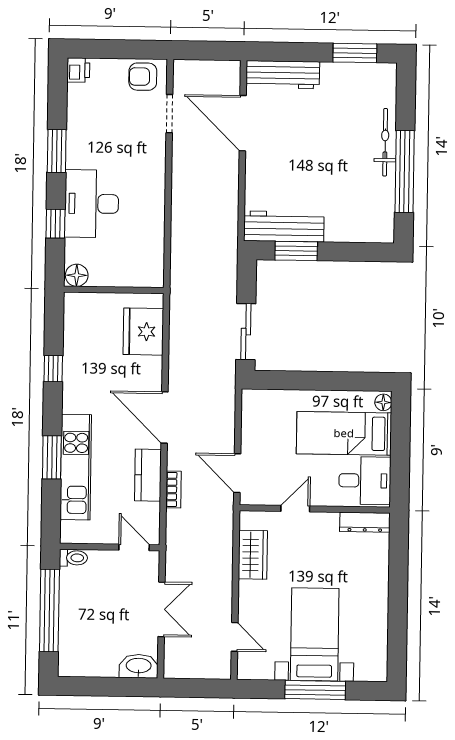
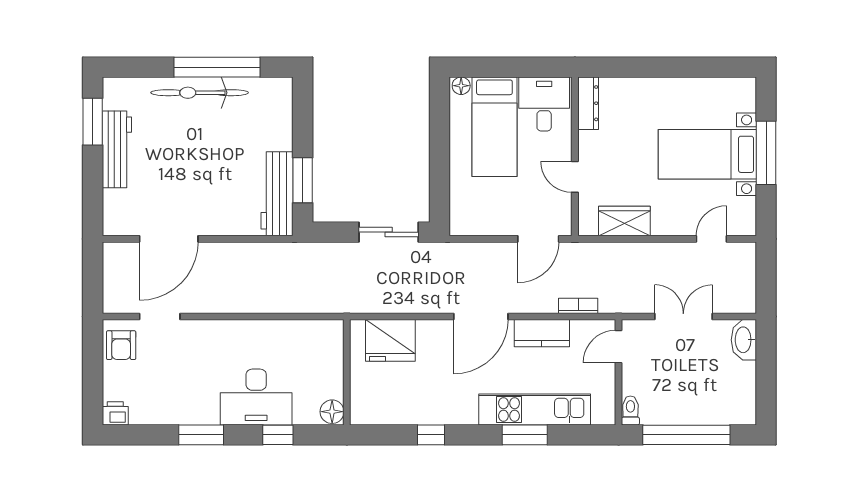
workbench: (283, 75) -> (117, 149), moved
bicycle: (385, 142) -> (200, 93), width x1.37, depth x1.40
bookcase: (174, 490) -> (578, 306), moved

